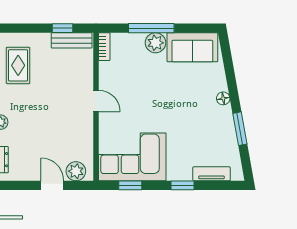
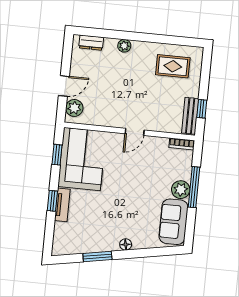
tv unit: (212, 174) -> (62, 205), moved

